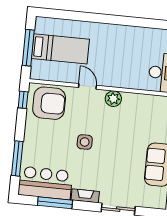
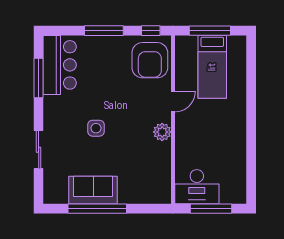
side table: (85, 142) -> (96, 128), moved
window: (17, 158) -> (104, 31), moved
fireplace: (85, 196) -> (50, 111), removed

